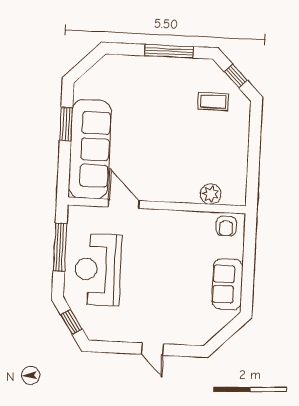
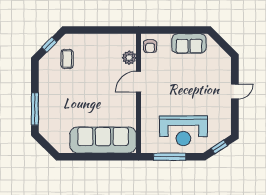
window: (169, 51) -> (35, 109), moved
window: (66, 124) -> (87, 157), removed
door: (124, 204) -> (139, 82), moved
armchair: (226, 226) -> (150, 46), turned 90

